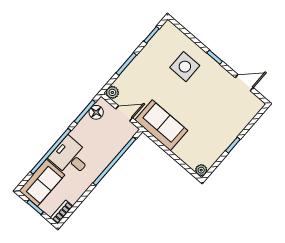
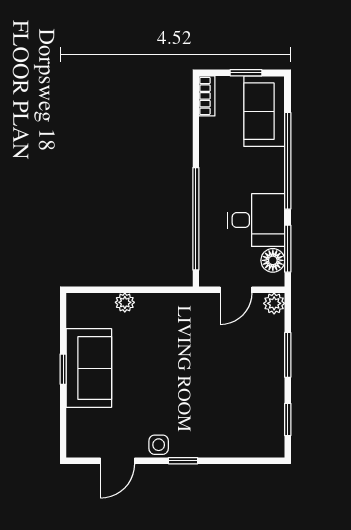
side table: (185, 67) -> (159, 445), moved, width x0.54, depth x0.54
sofa: (161, 125) -> (89, 368), moved, turned -90
desk: (70, 157) -> (256, 220), moved
plant: (201, 170) -> (125, 302), moved

